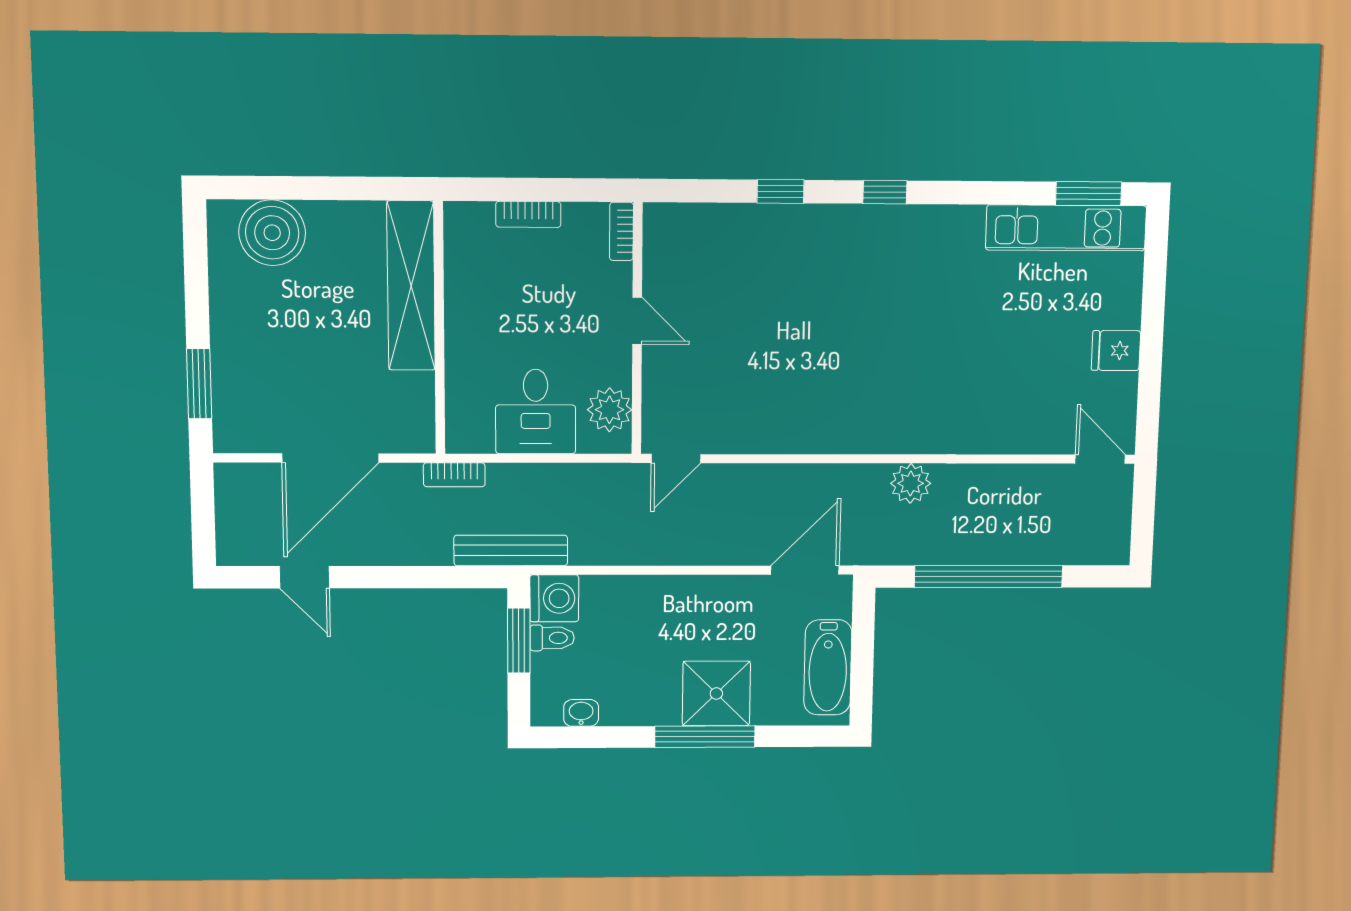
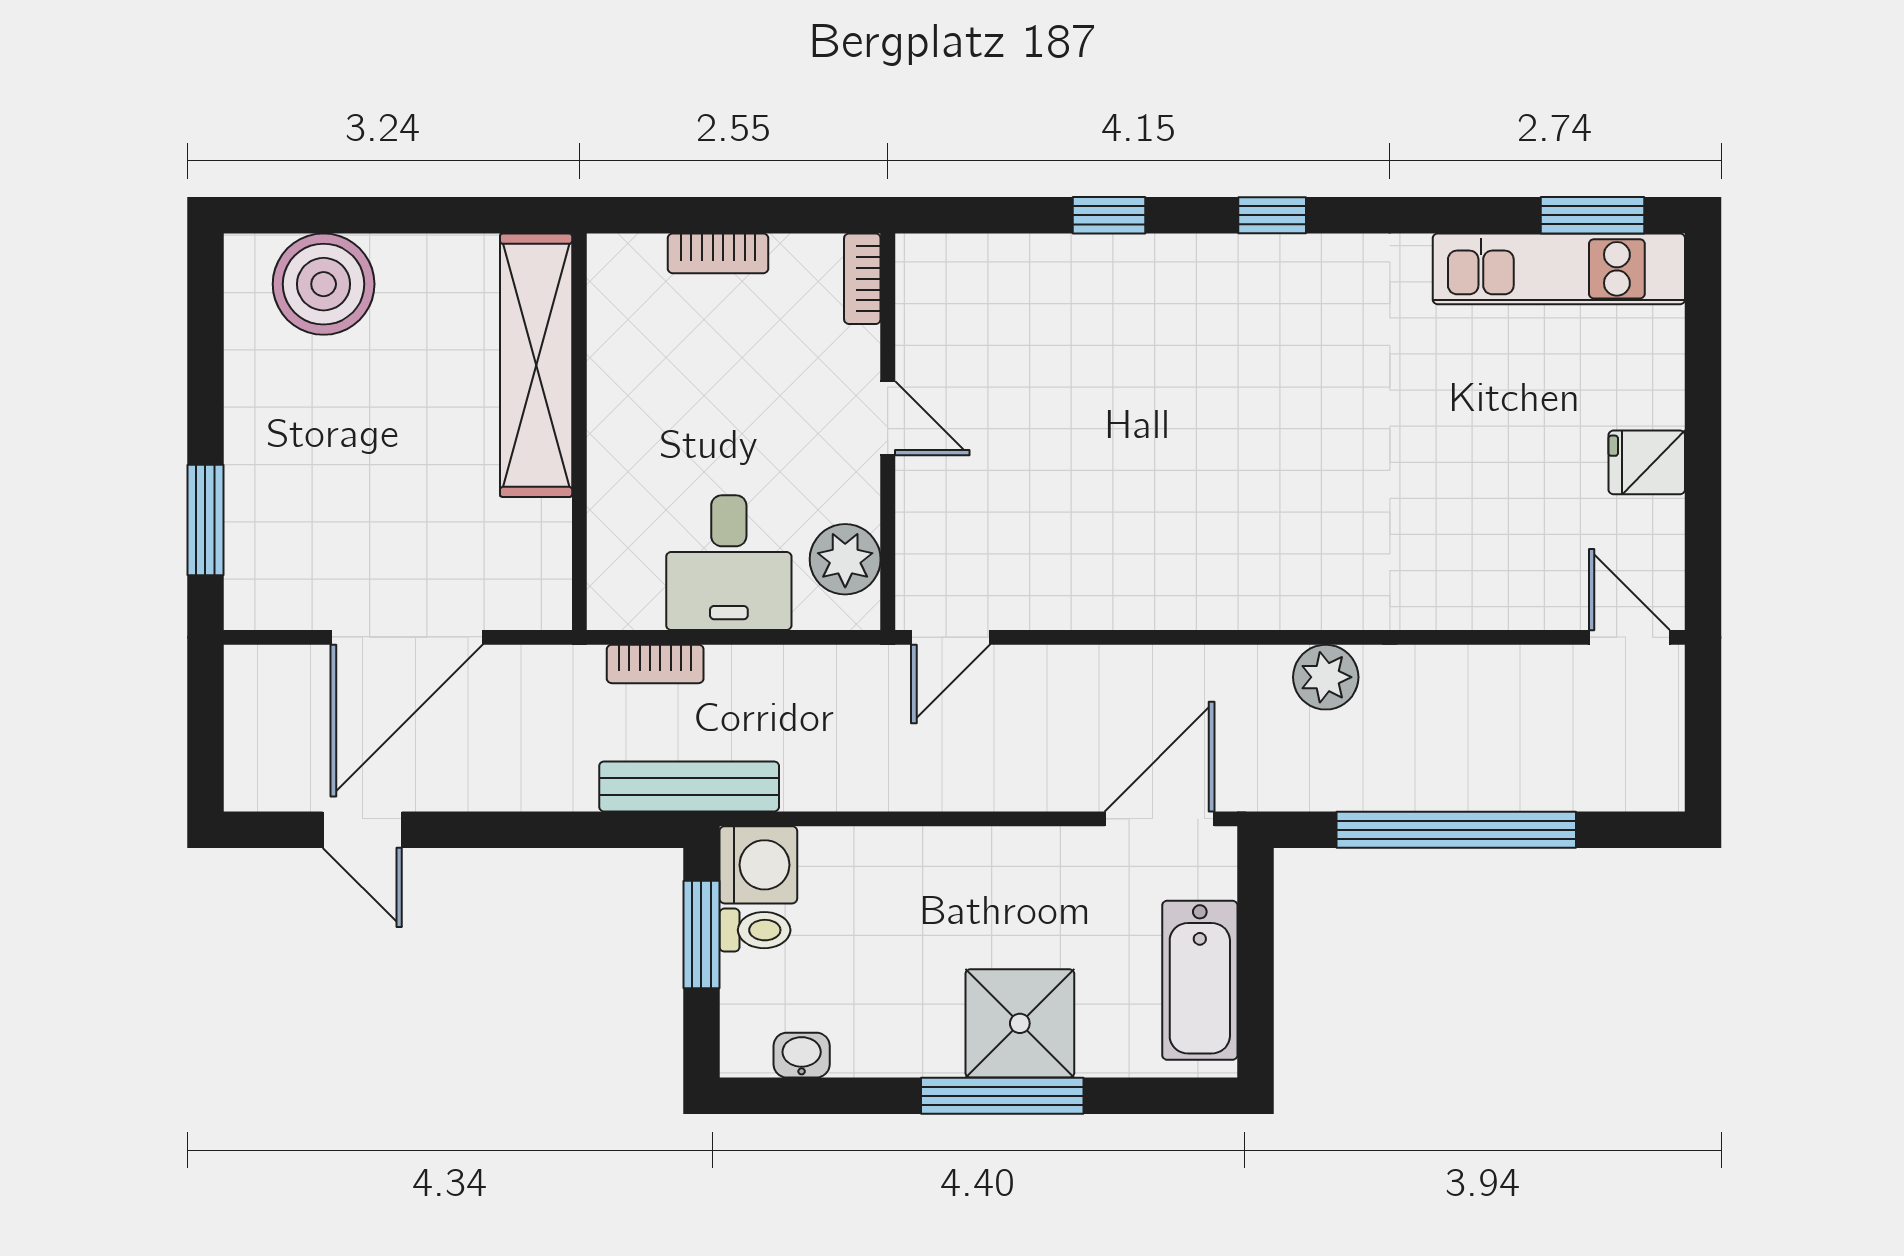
bookcase: (454, 475) -> (655, 664), moved

